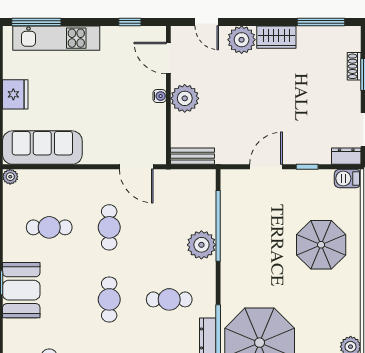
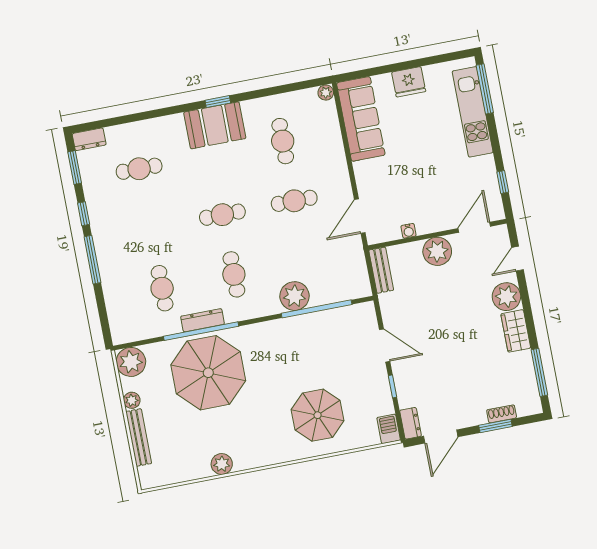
water cooler: (160, 96) -> (409, 231), moved

